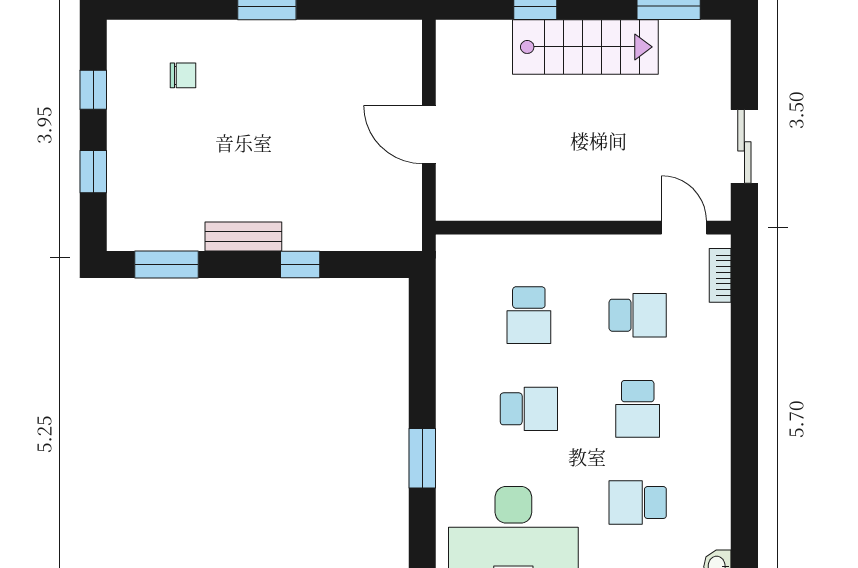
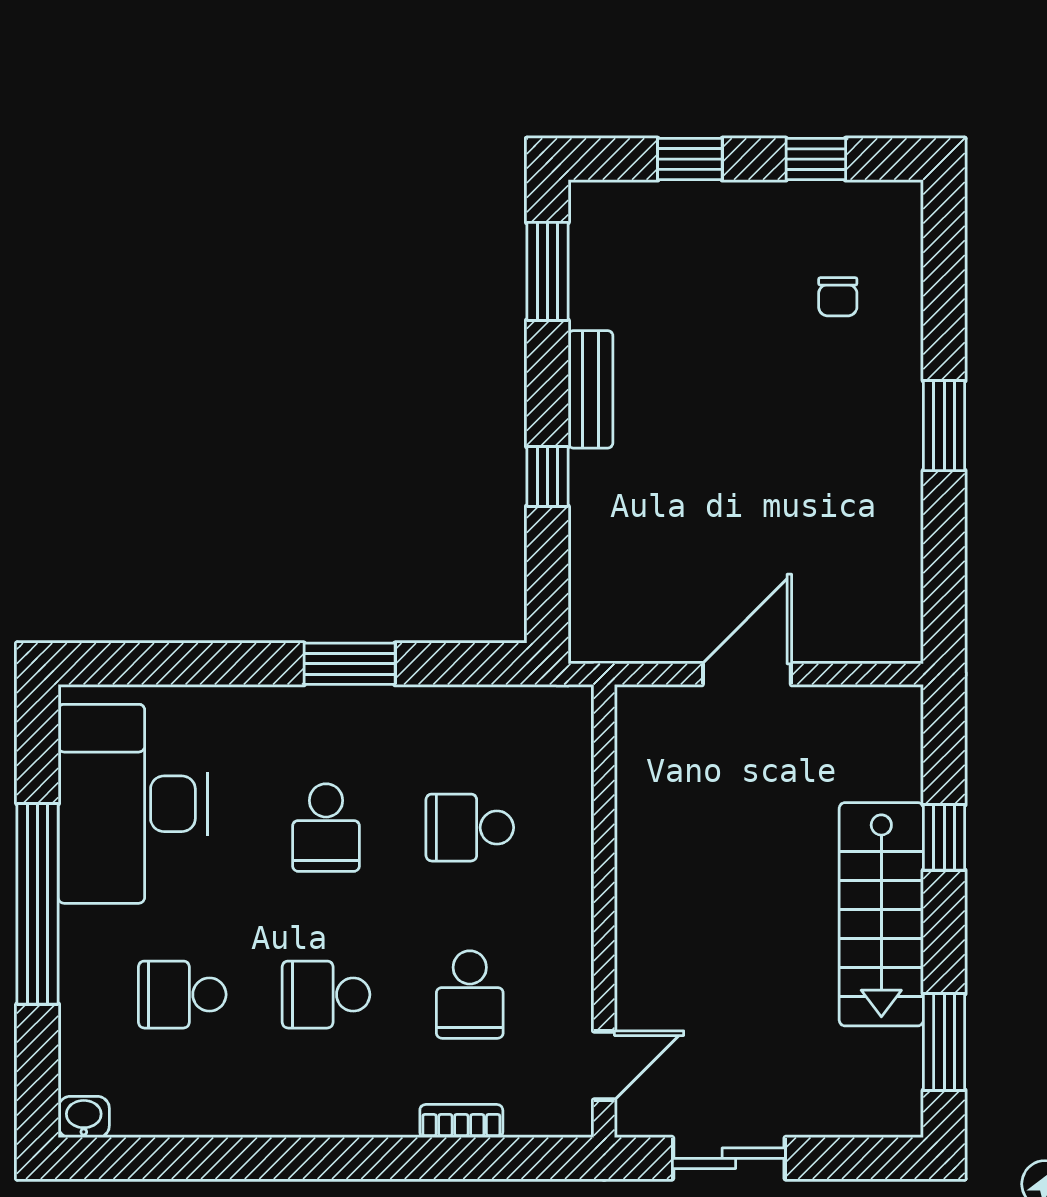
bookcase: (720, 275) -> (461, 1121), moved
window: (422, 458) -> (350, 664), moved
school desk: (638, 503) -> (182, 995), turned -90

